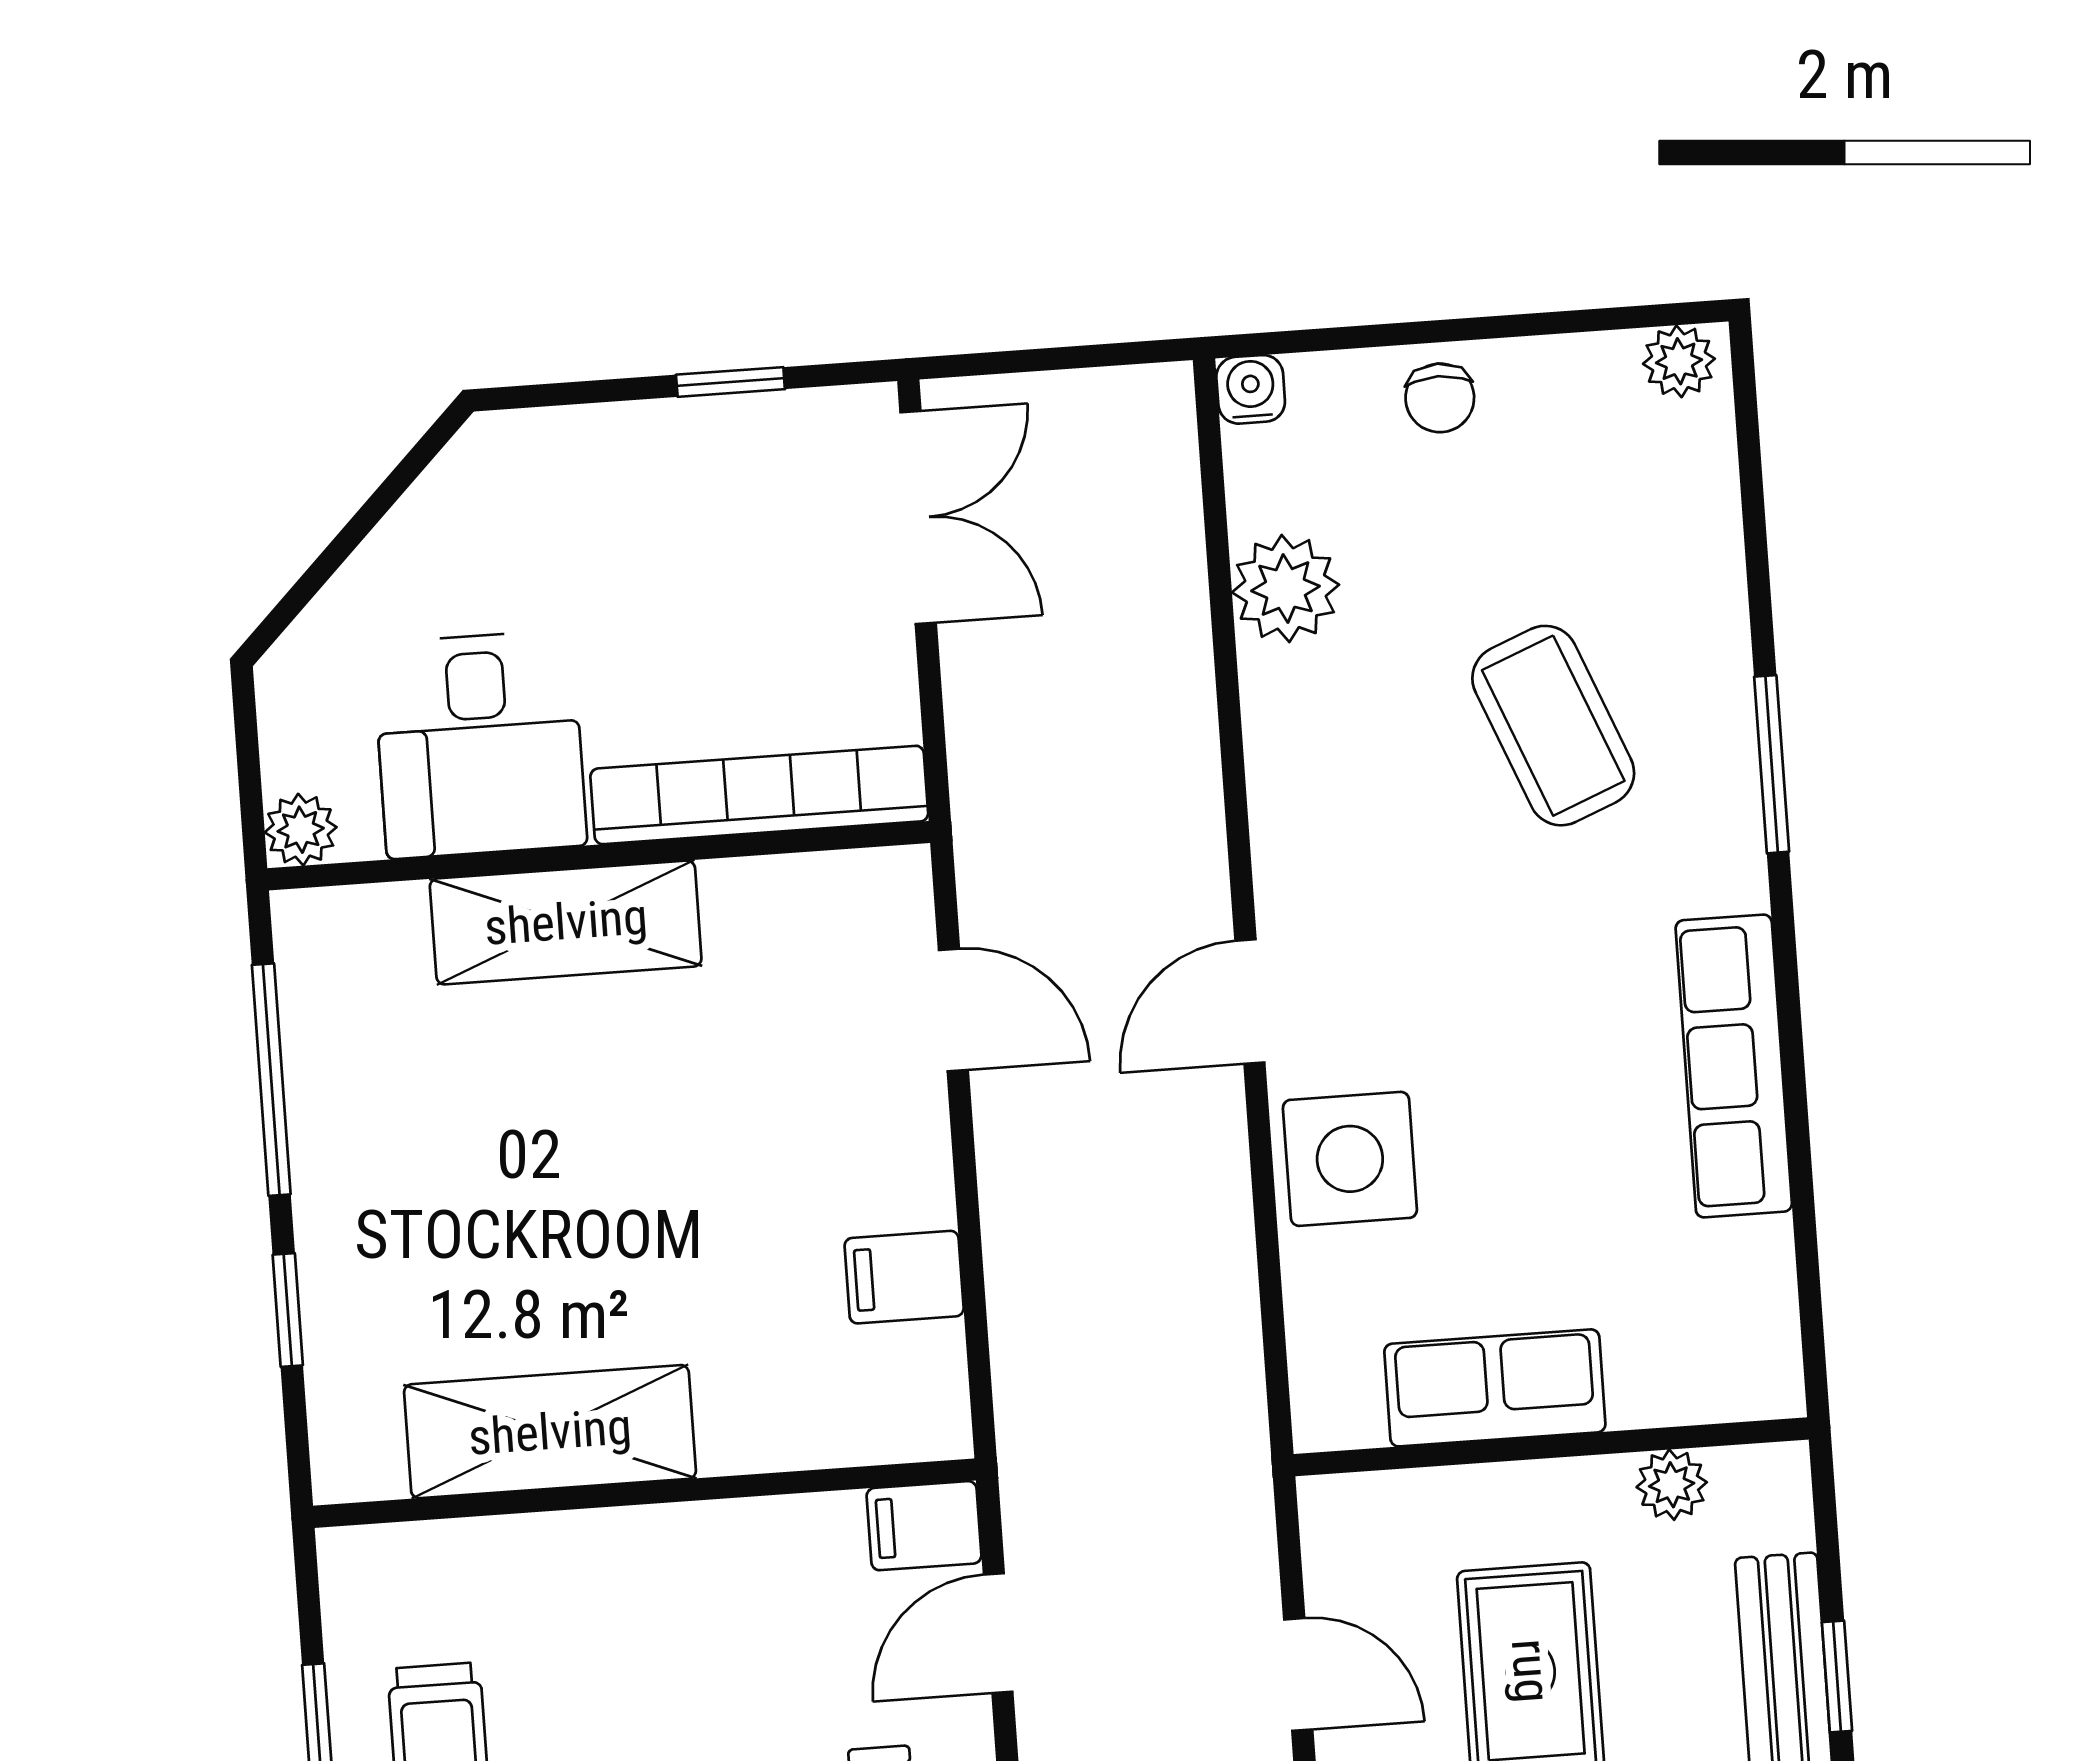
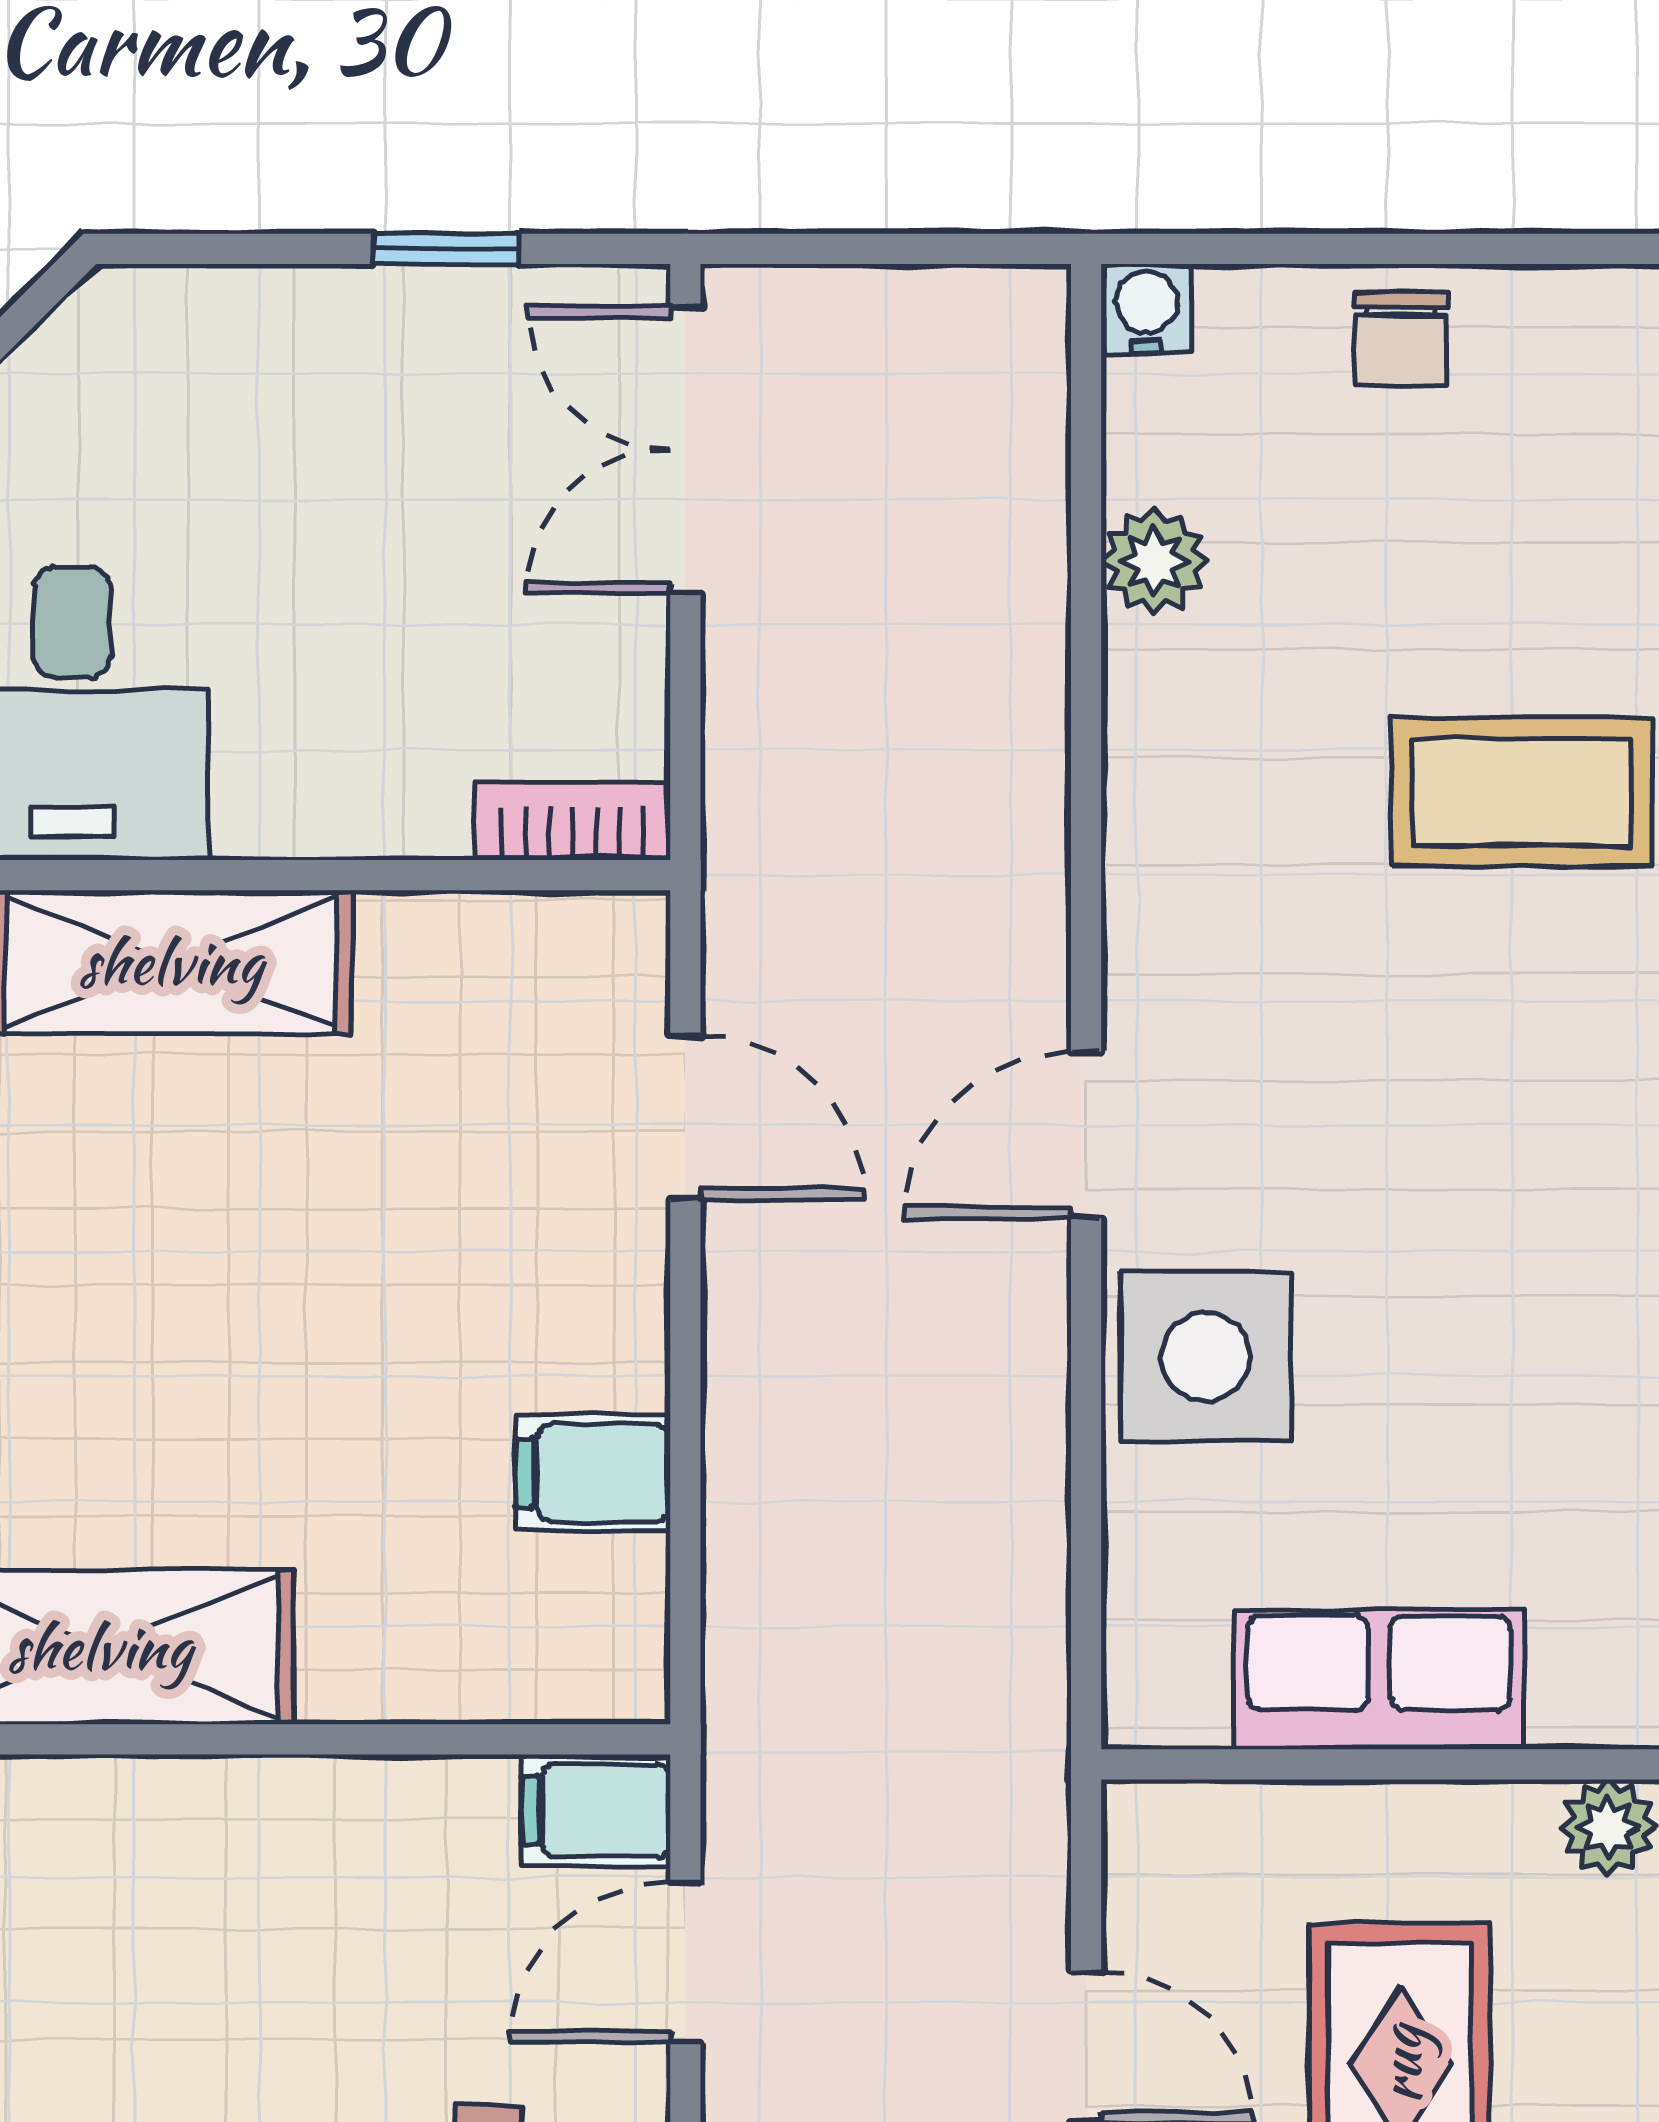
double door: (918, 518) -> (685, 450), swing flipped
plant: (1285, 589) -> (1154, 561), width x0.73, depth x0.73
coffee table: (1553, 726) -> (1522, 792), turned -68
bookcase: (759, 795) -> (573, 821), width x0.43, depth x0.76

